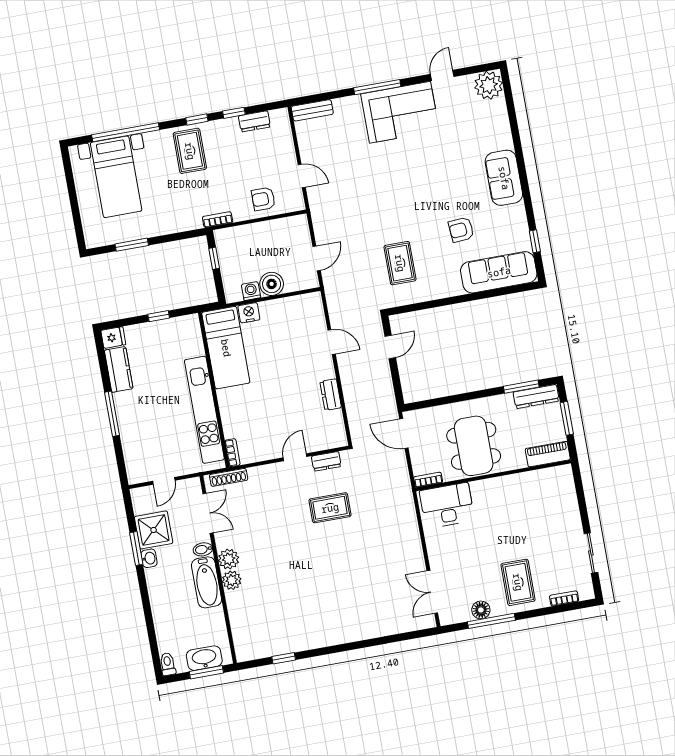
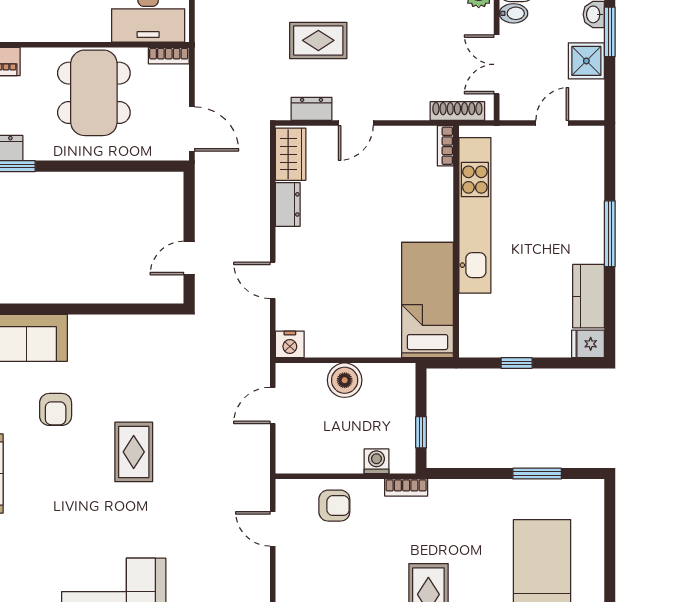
armchair: (461, 230) -> (56, 409), turned 94
rug: (400, 263) -> (134, 452), moved
washing machine: (251, 291) -> (376, 461), moved, turned 180
nightstand: (249, 313) -> (290, 344), moved
wardrobe: (335, 428) -> (291, 154), added
shower: (154, 530) -> (586, 61), width x0.73, depth x0.73

